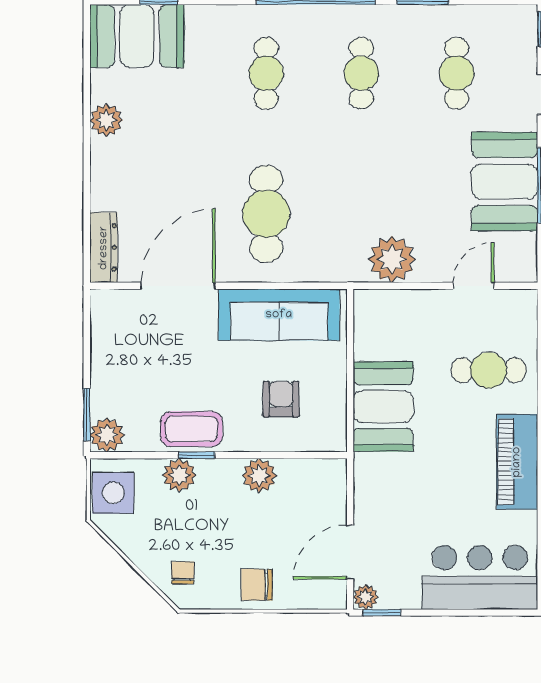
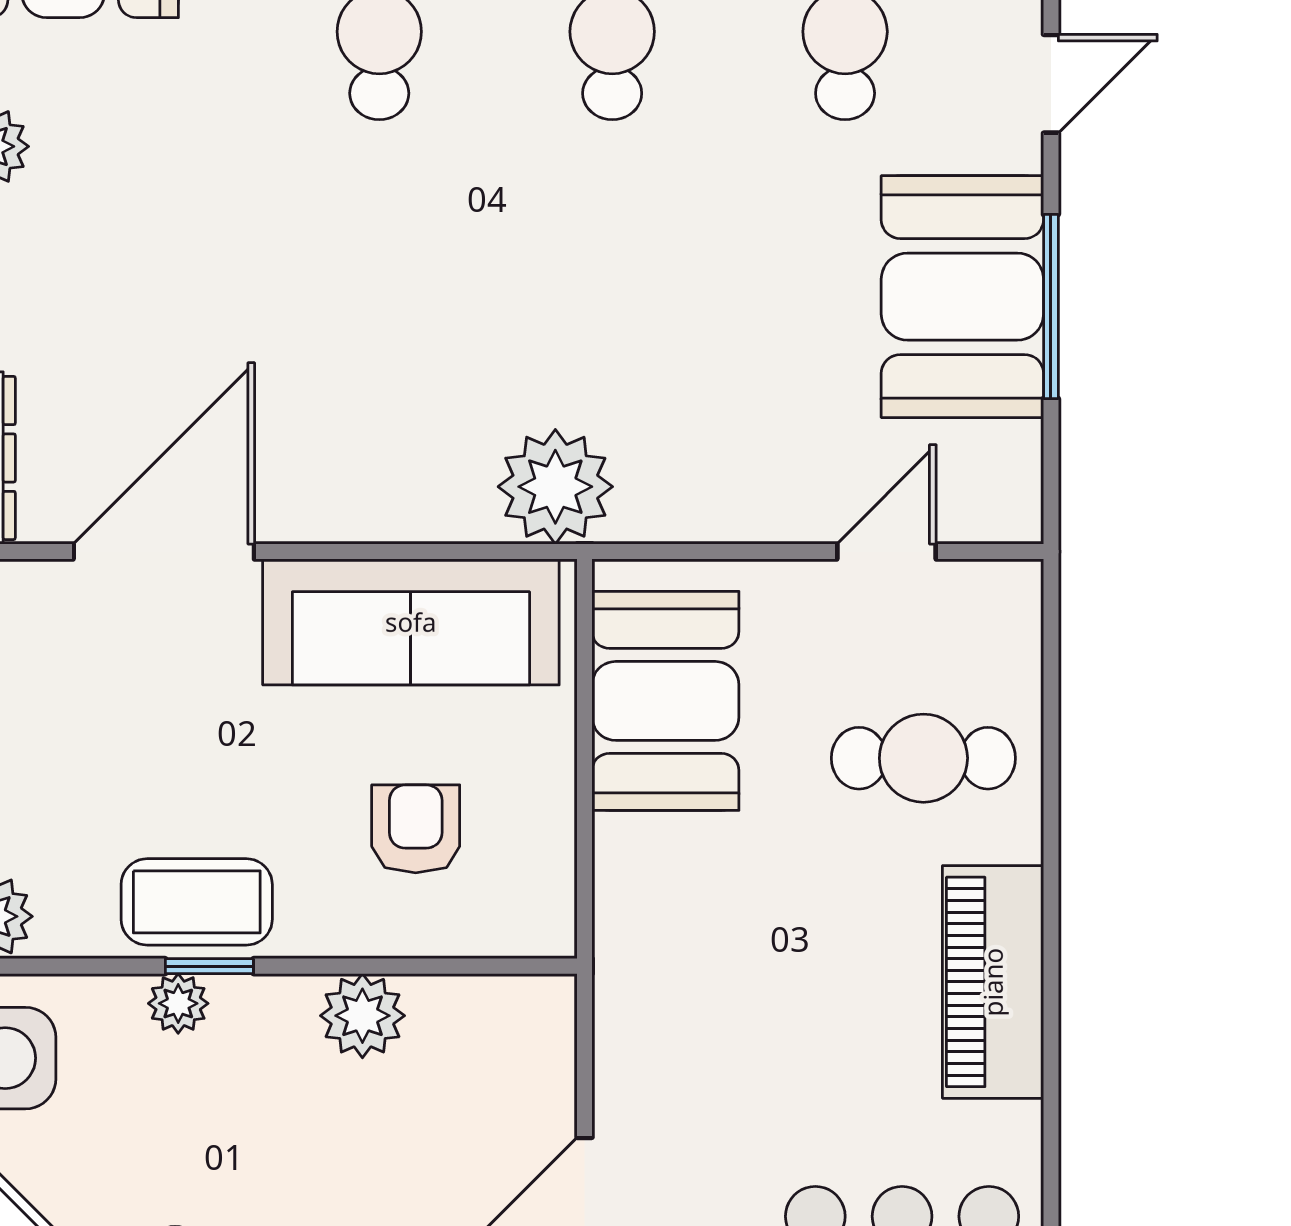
cafe table: (266, 214) -> (379, 376), removed
plant: (392, 259) -> (555, 487), moved
booth: (383, 407) -> (665, 701), moved
plant: (179, 475) -> (178, 1003), width x0.73, depth x0.73

